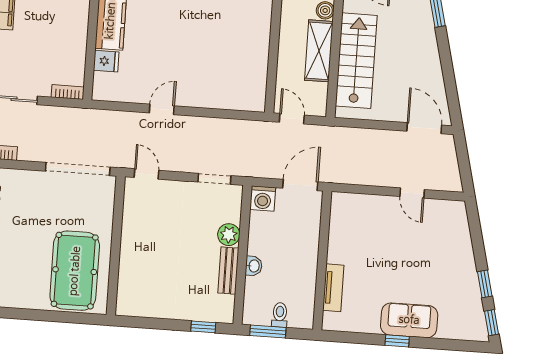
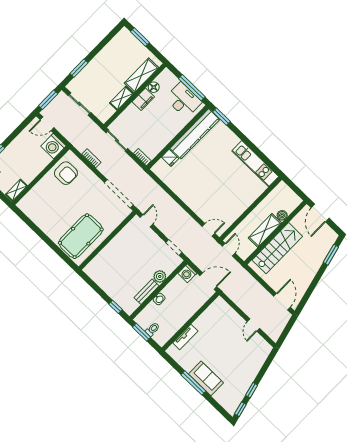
door: (162, 109) -> (208, 230), moved
window: (397, 341) -> (193, 383), width x2.17

